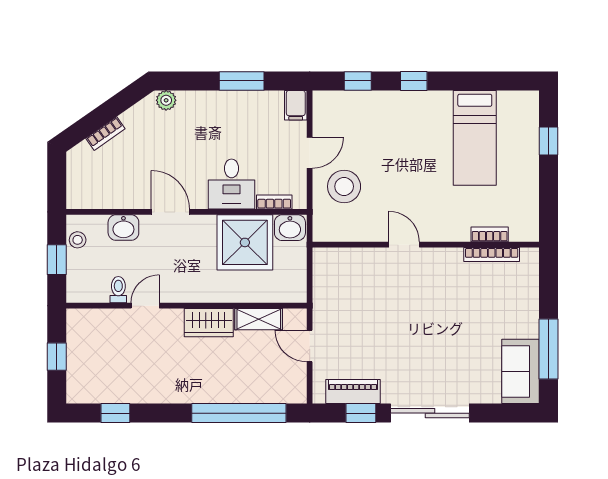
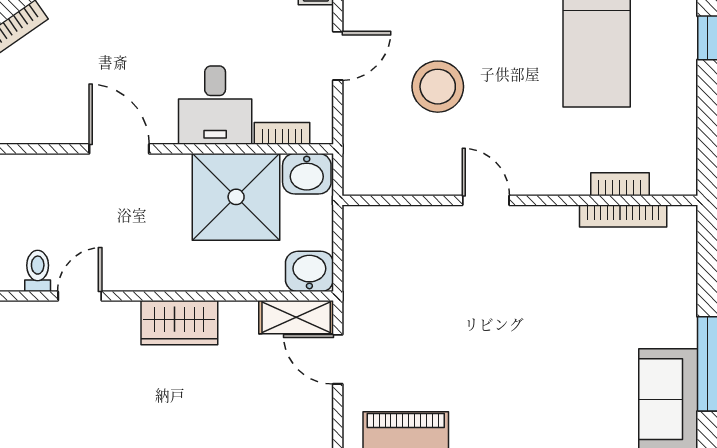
stool: (344, 186) -> (438, 87), moved
washbasin: (123, 228) -> (309, 271), moved, turned 180
shelving: (259, 319) -> (296, 317), moved

